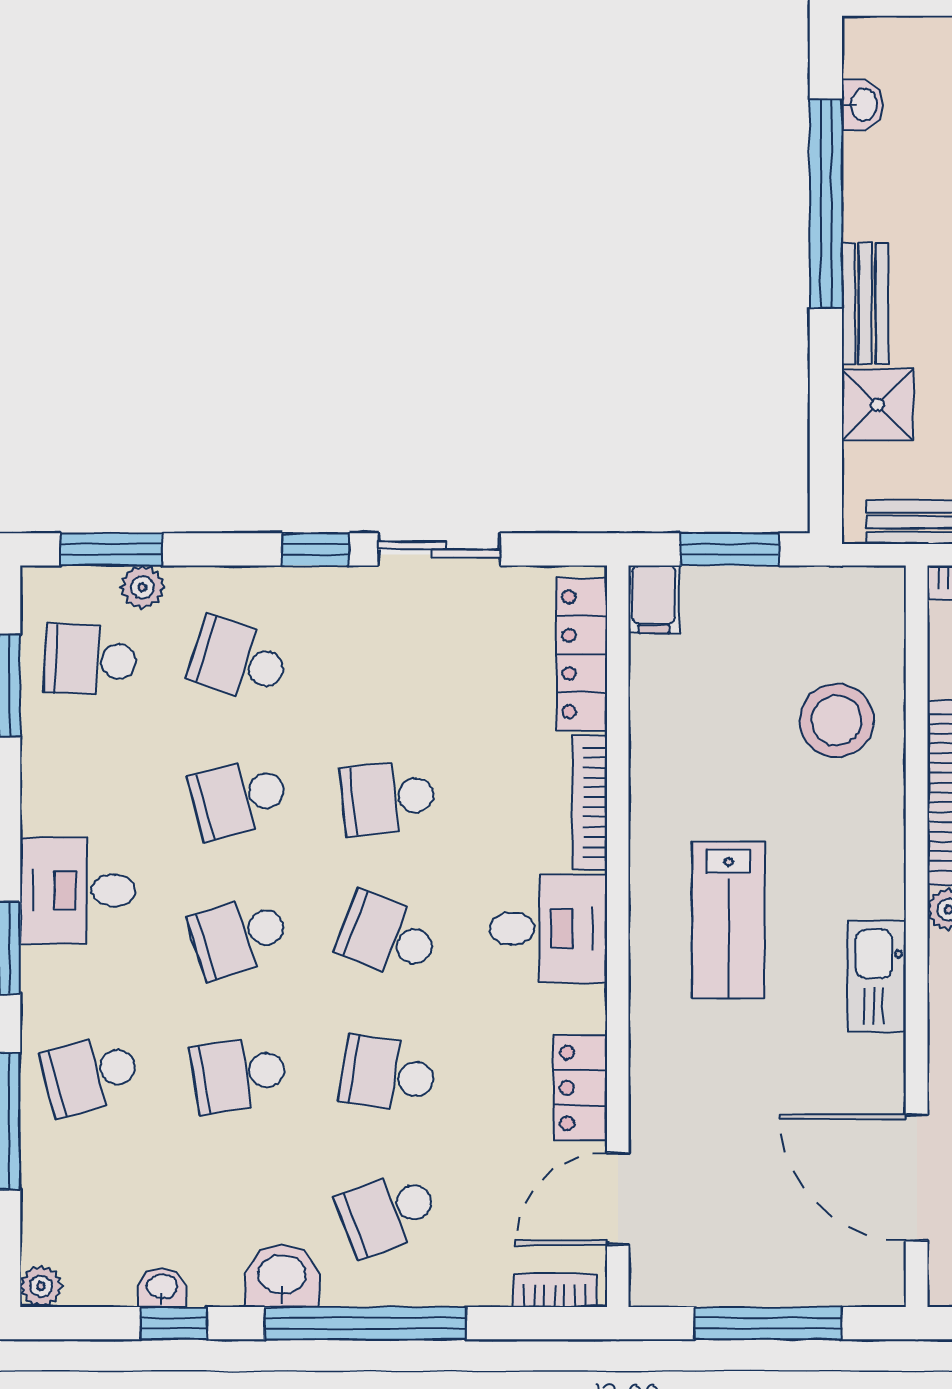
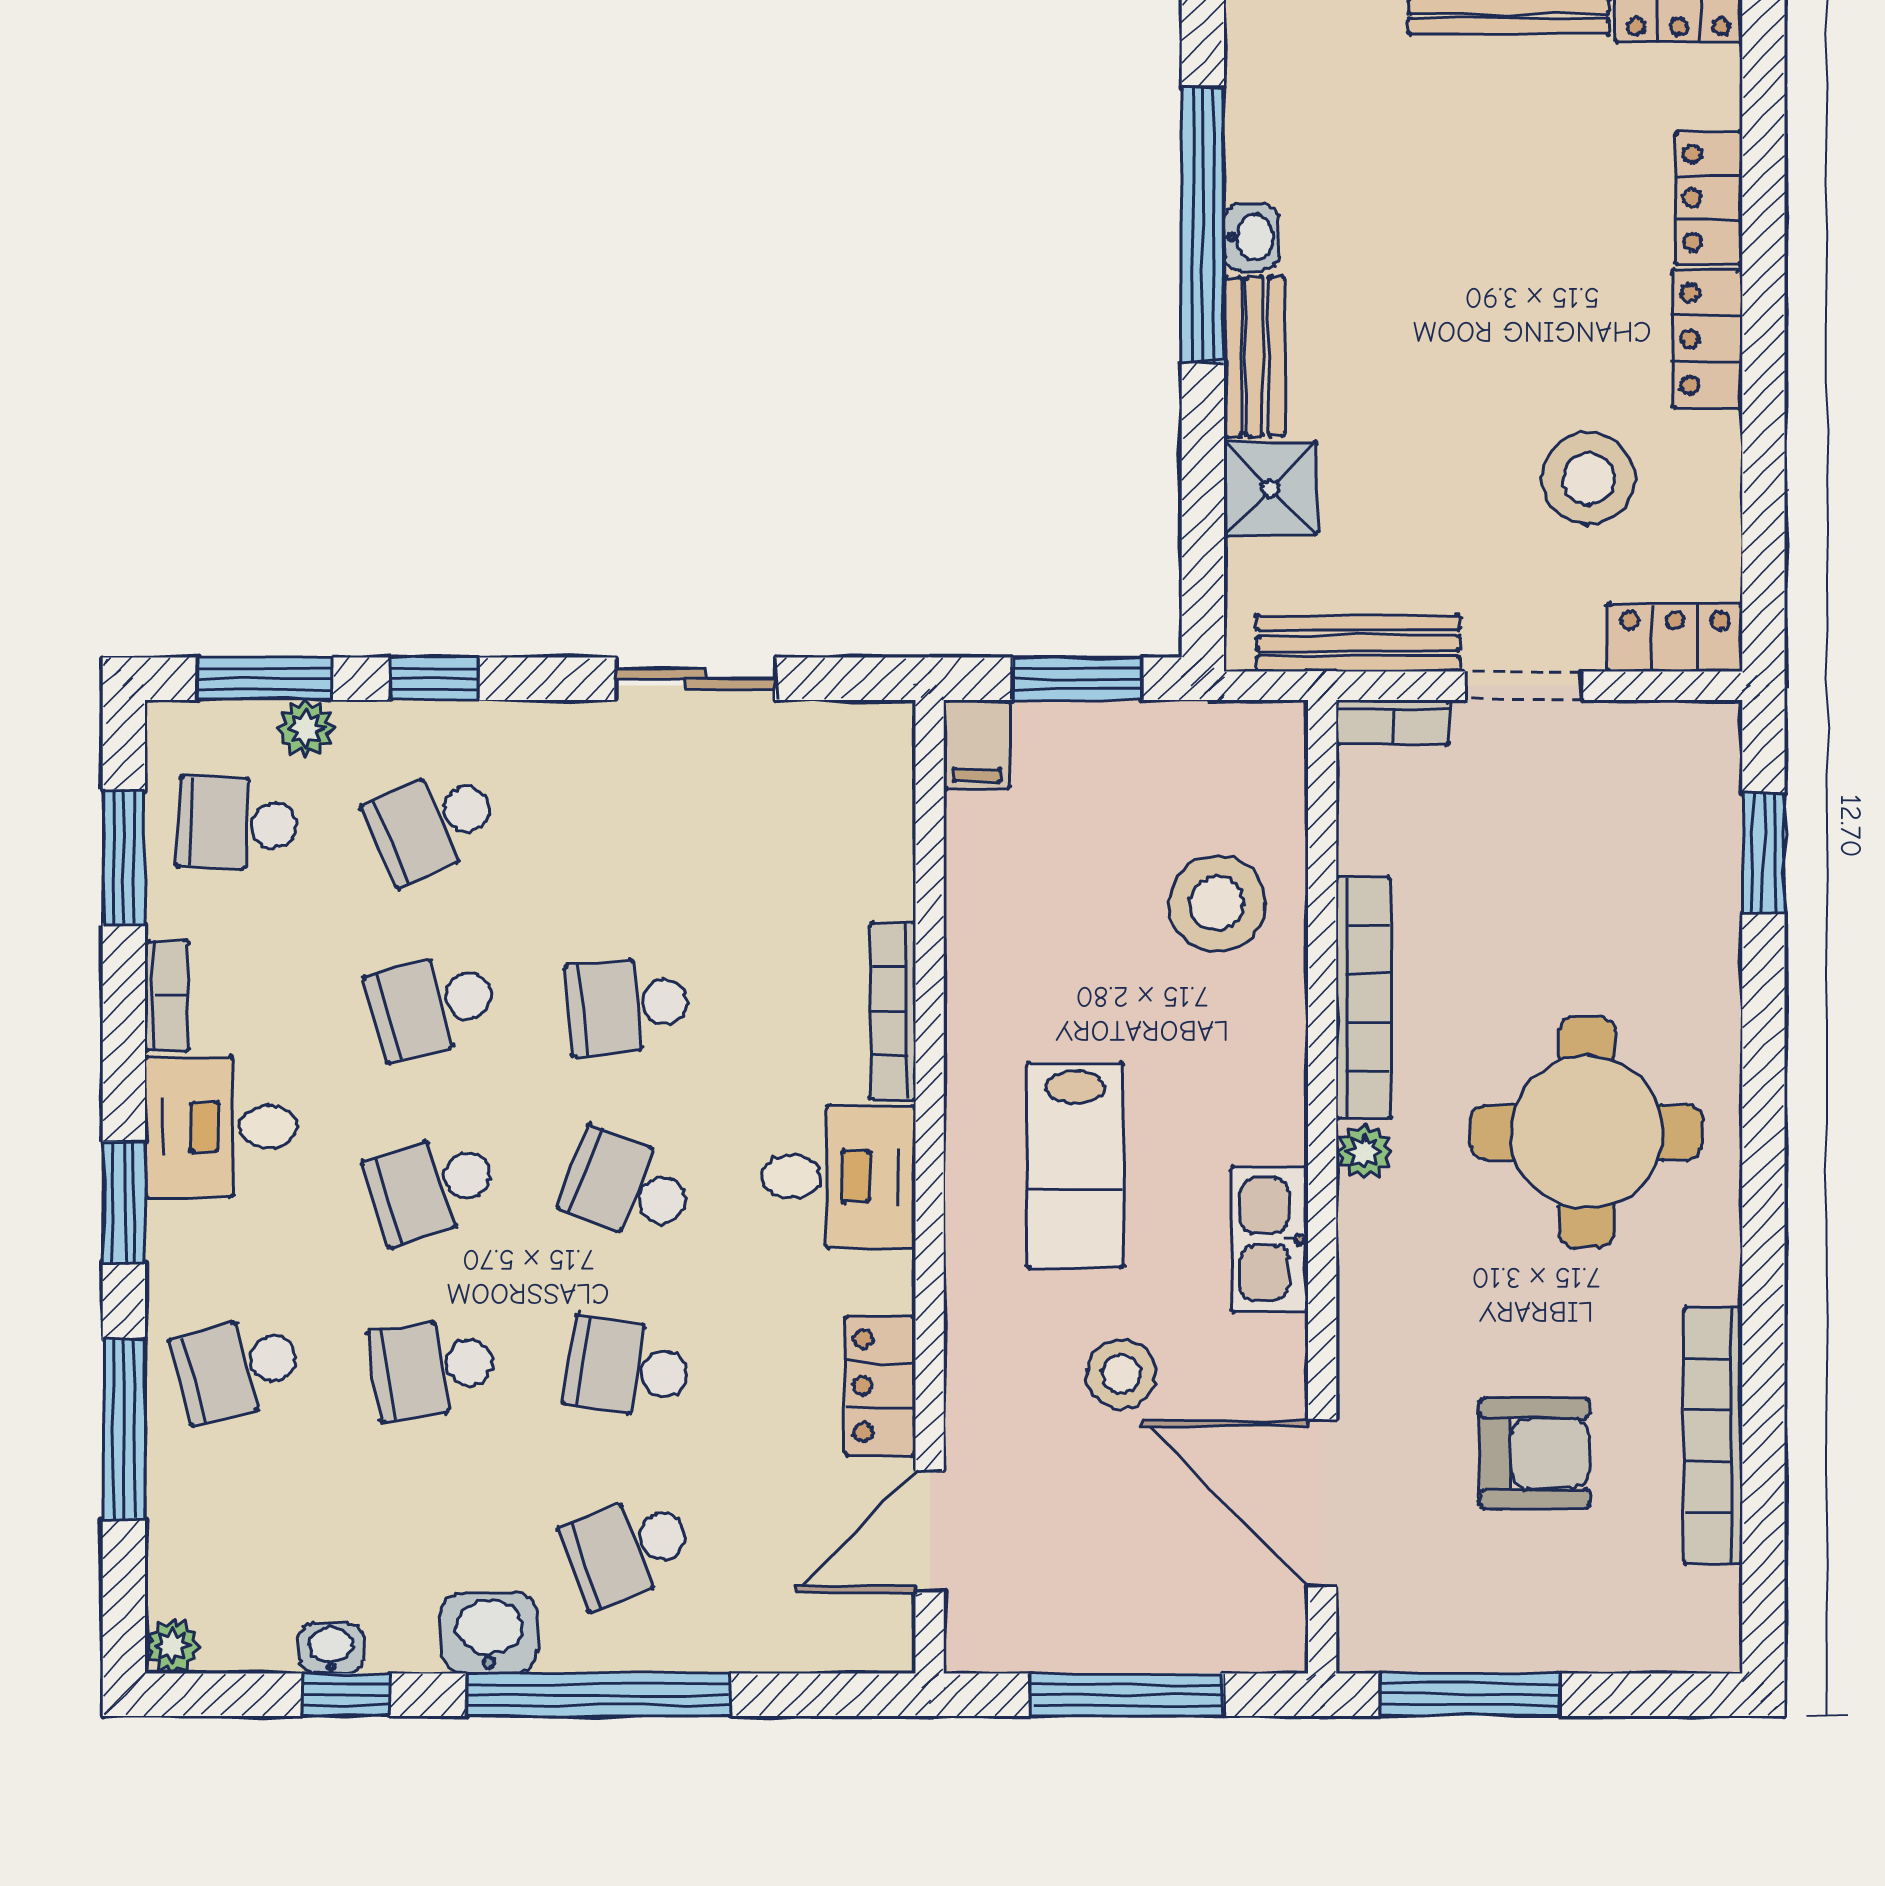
washbasin: (863, 105) -> (1251, 237), moved
window: (316, 549) -> (435, 679), moved
locker: (582, 654) -> (882, 816), removed
school desk: (239, 660) -> (433, 824), turned -42
stool: (764, 1079) -> (1121, 1374), added
bookcase: (555, 1290) -> (167, 996), moved, turned 90

